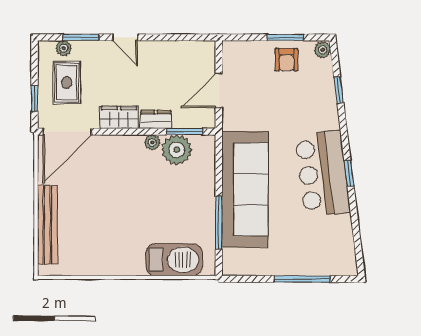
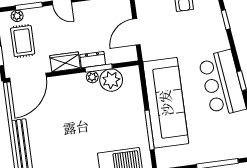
window: (184, 132) -> (99, 68), moved

